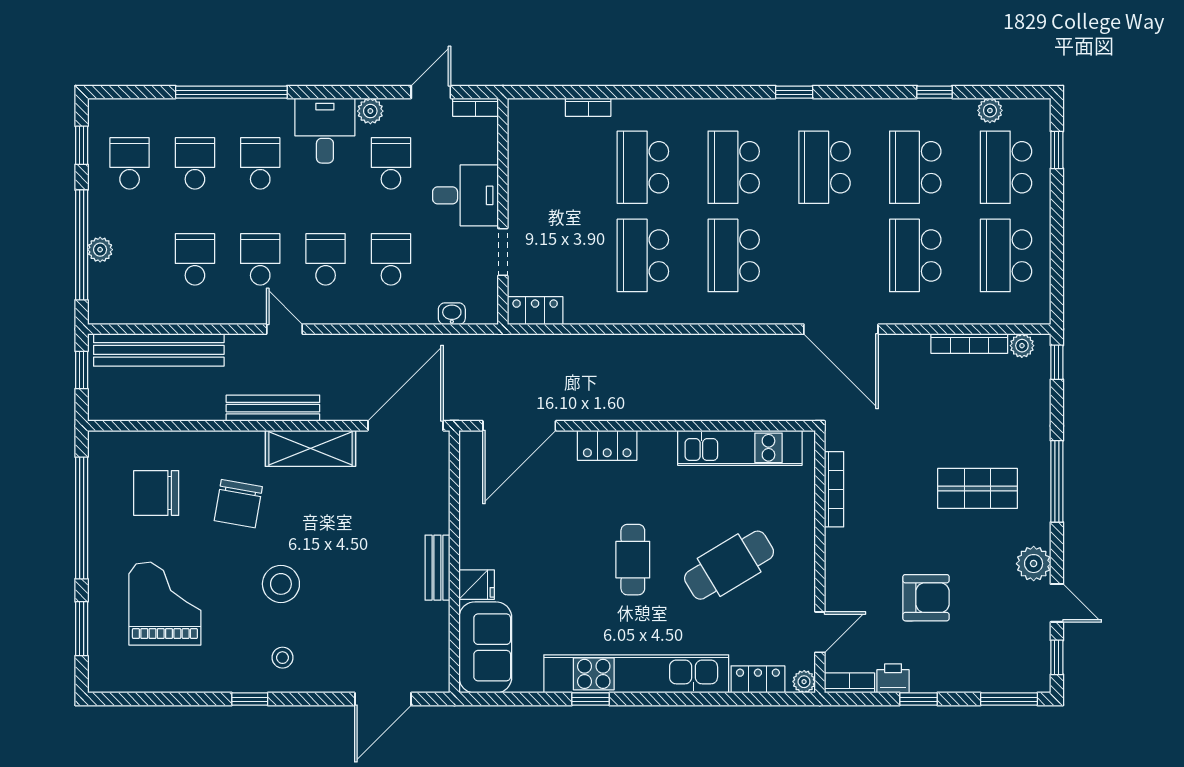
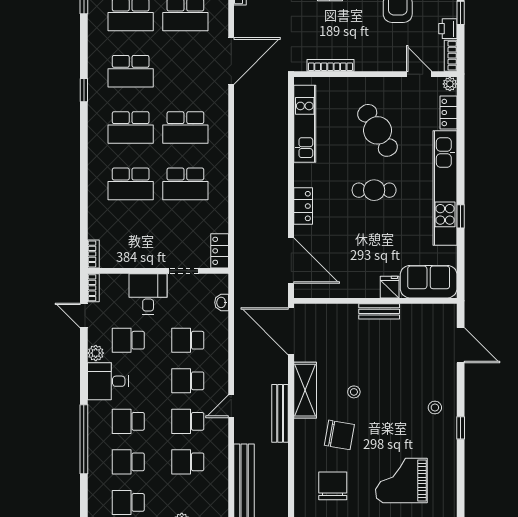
bookcase: (588, 107) -> (93, 254), moved
chair: (156, 493) -> (333, 486), turned 180
stool: (281, 584) -> (354, 392), moved, width x0.53, depth x0.53

